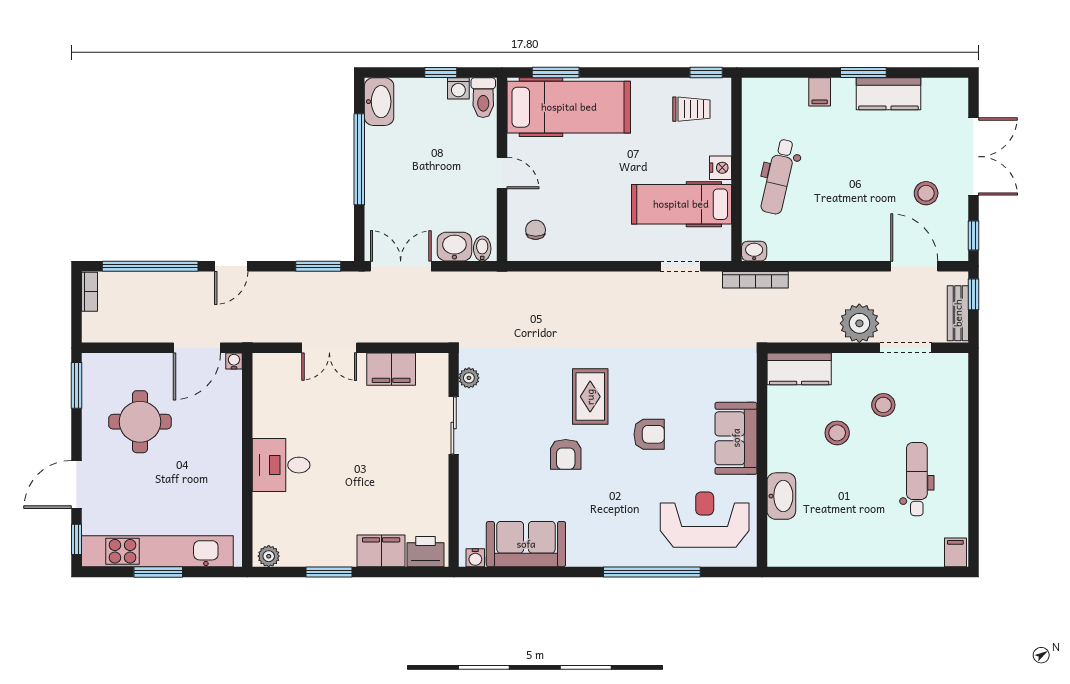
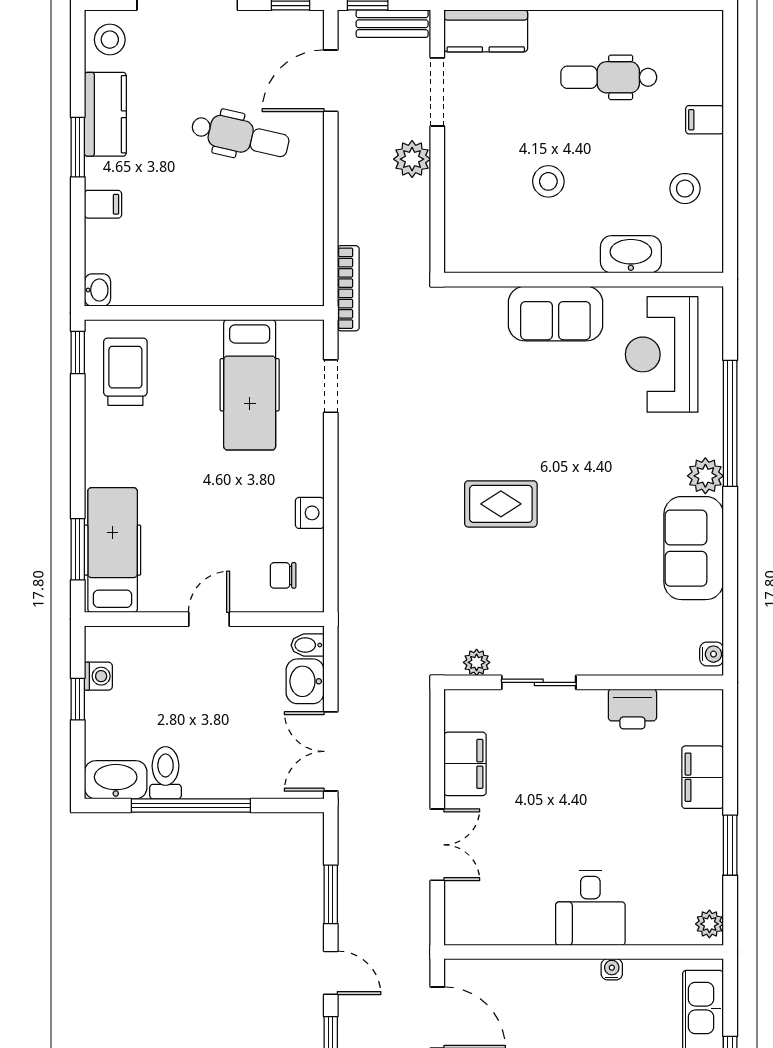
toilet: (483, 98) -> (166, 773), moved, turned -90
hospital bed: (569, 107) -> (113, 550), width x0.73, depth x0.78
trolley: (691, 109) -> (125, 372), width x1.36, depth x1.39
nightstand: (720, 168) -> (310, 513), moved, turned 90
dental chair: (779, 177) -> (240, 136), moved
stool: (926, 193) -> (110, 40), moved
washbasin: (754, 251) -> (97, 290), moved, turned 180
window: (318, 266) -> (331, 894), moved
plant: (859, 323) -> (412, 159), width x0.73, depth x0.73
water cooler: (234, 361) -> (612, 969), moved, turned 90
kitchen counter: (799, 369) -> (486, 31), moved, turned 90
stool: (883, 405) -> (685, 189), moved
armchair: (649, 434) -> (550, 427), removed
armchair: (566, 454) -> (576, 536), removed
sofa: (526, 544) -> (694, 548), moved
printer: (426, 552) -> (632, 709), moved, turned -90
filing cabinet: (955, 552) -> (705, 120), moved
plant: (612, 553) -> (705, 476), added

